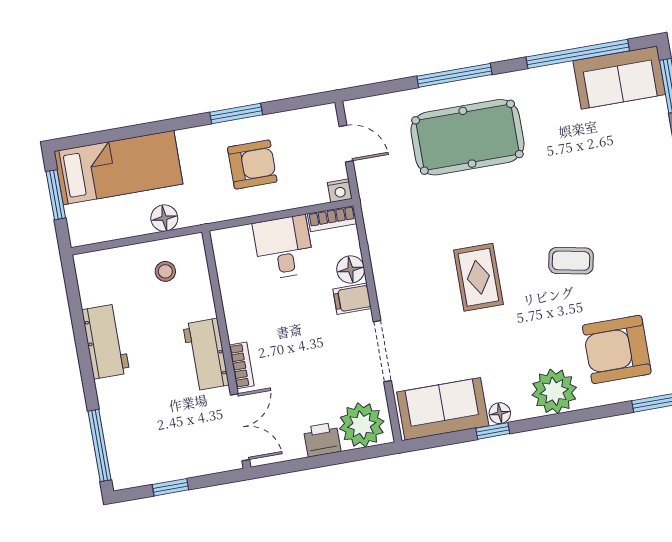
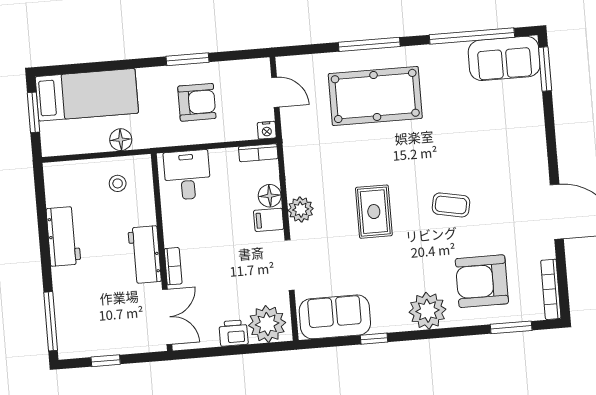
desk: (284, 247) -> (187, 175), moved
plant: (390, 283) -> (301, 209), added
floor lamp: (500, 413) -> (381, 325), removed

